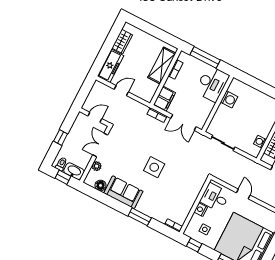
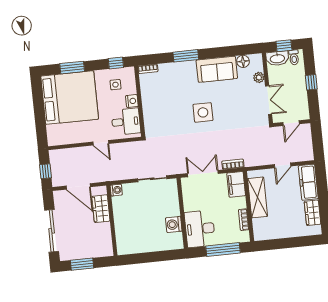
shelving: (162, 65) -> (258, 197), moved
washing machine: (260, 142) -> (116, 190), moved

